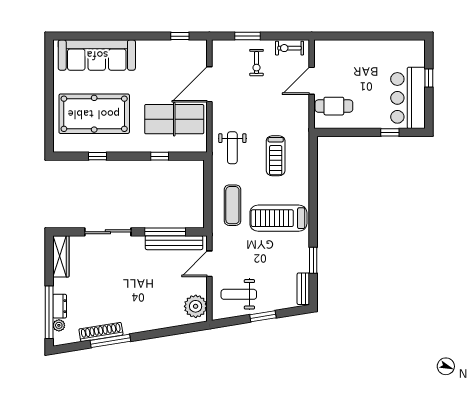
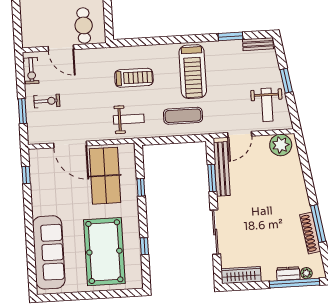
window: (165, 232) -> (212, 178), width x0.69
door: (209, 264) -> (240, 134), hinge flipped

